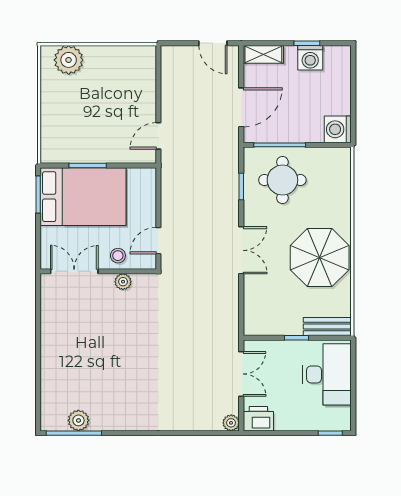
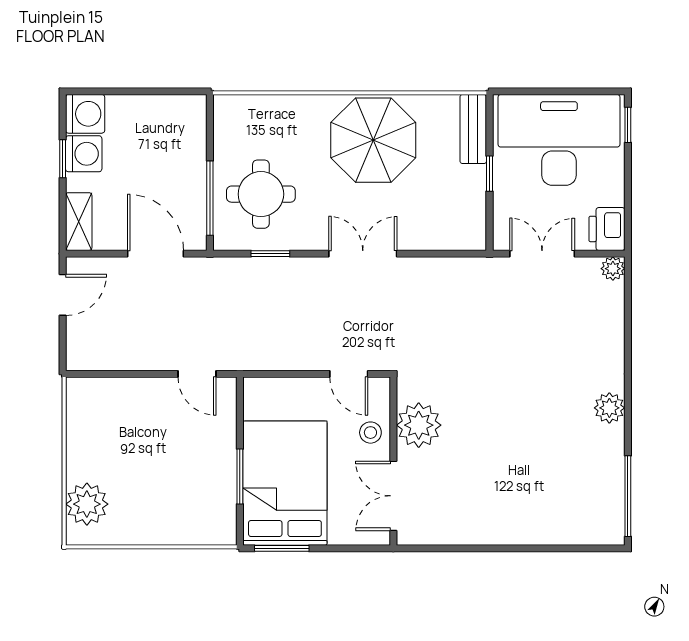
washing machine: (338, 129) -> (85, 114), moved, turned -90
plant: (123, 282) -> (419, 425), width x1.88, depth x1.88
desk: (327, 374) -> (559, 140), width x1.36, depth x1.30
plant: (78, 420) -> (609, 408), moved

